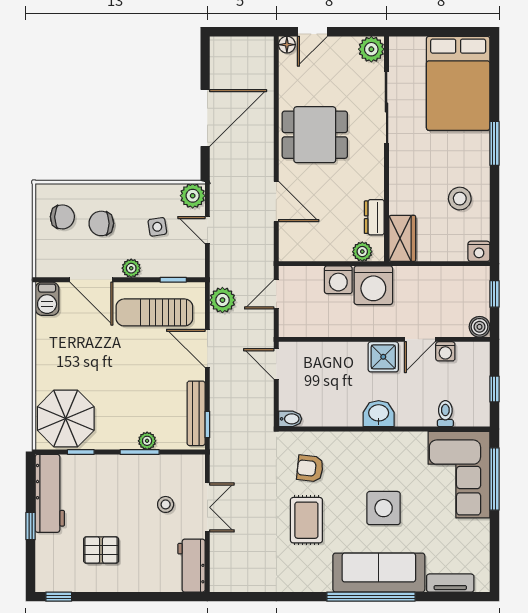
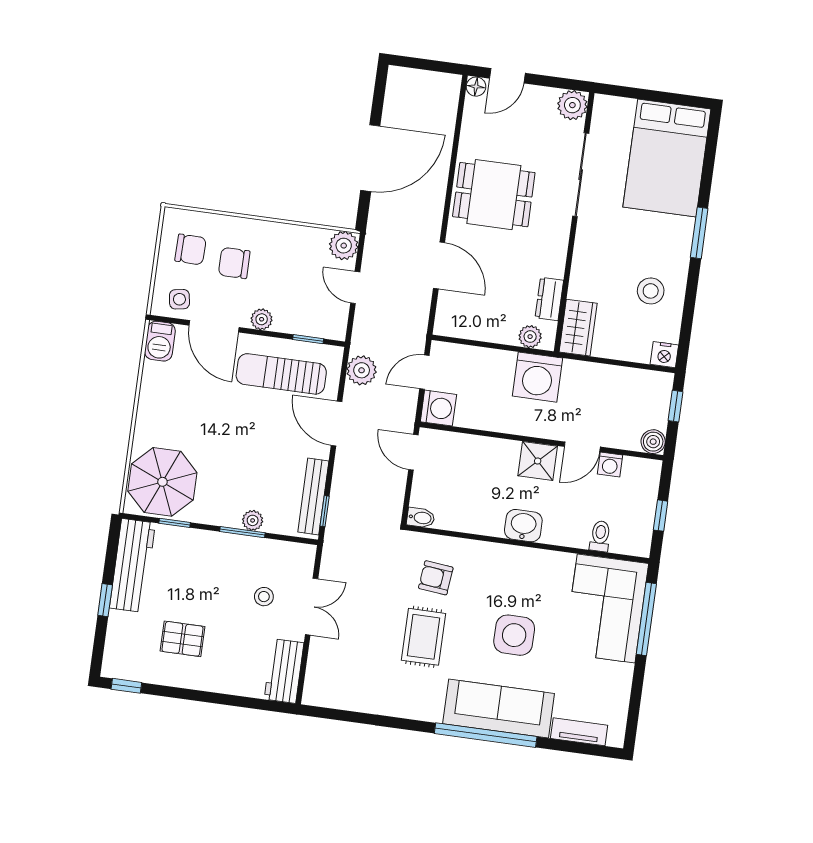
side table: (157, 227) -> (179, 299), moved
washing machine: (338, 280) -> (438, 408), moved, turned -90

